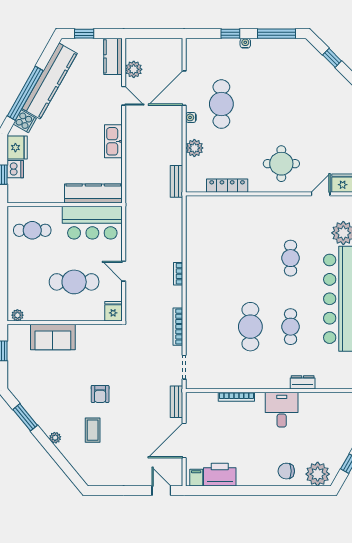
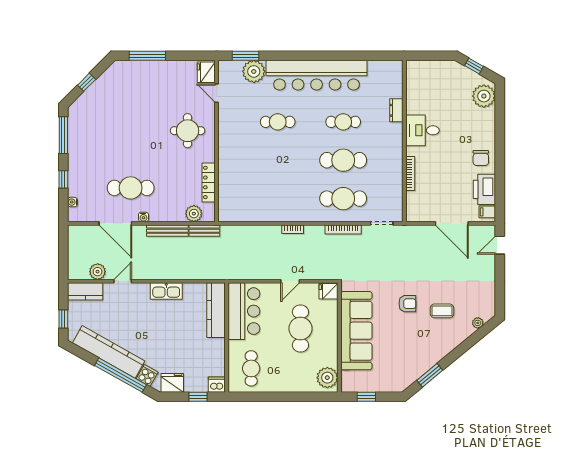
water cooler: (245, 43) -> (72, 202), moved
plant: (194, 148) -> (194, 214), moved
dishwasher: (15, 169) -> (217, 385), moved
plant: (17, 315) -> (327, 378), width x1.88, depth x1.88
cafe table: (210, 327) -> (343, 199), added
sofa: (53, 337) -> (356, 331), width x1.85, depth x1.27
bench: (177, 402) -> (167, 231), moved, width x1.36
plant: (55, 438) -> (478, 323), moved
chair: (286, 471) -> (481, 158), moved

